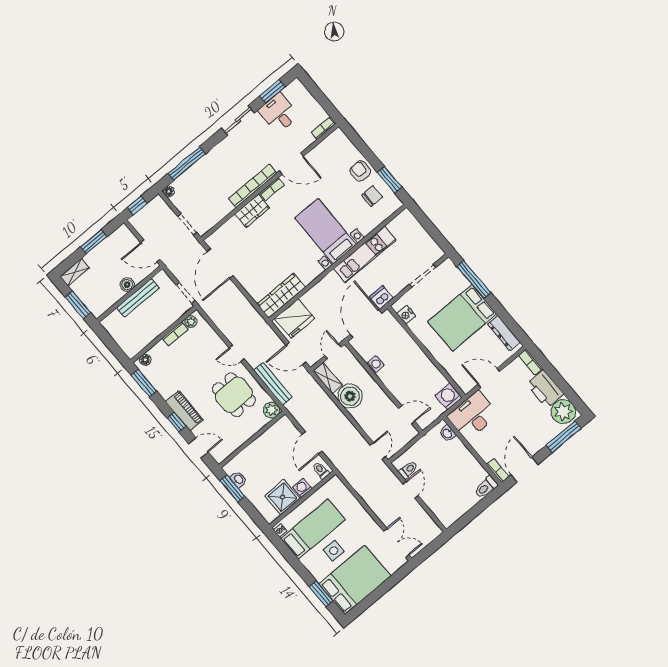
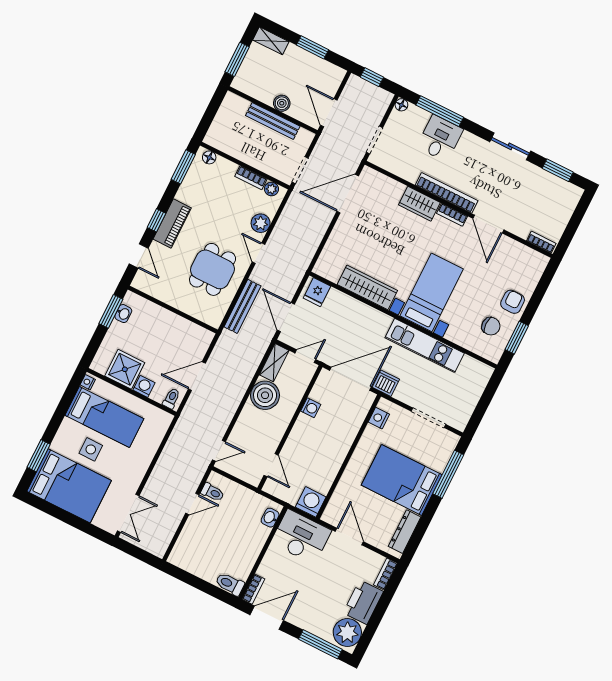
desk: (279, 113) -> (440, 138), moved
wardrobe: (281, 296) -> (367, 287), moved
fridge: (295, 319) -> (317, 292), width x0.53, depth x0.75
plant: (272, 410) -> (261, 223), moved

